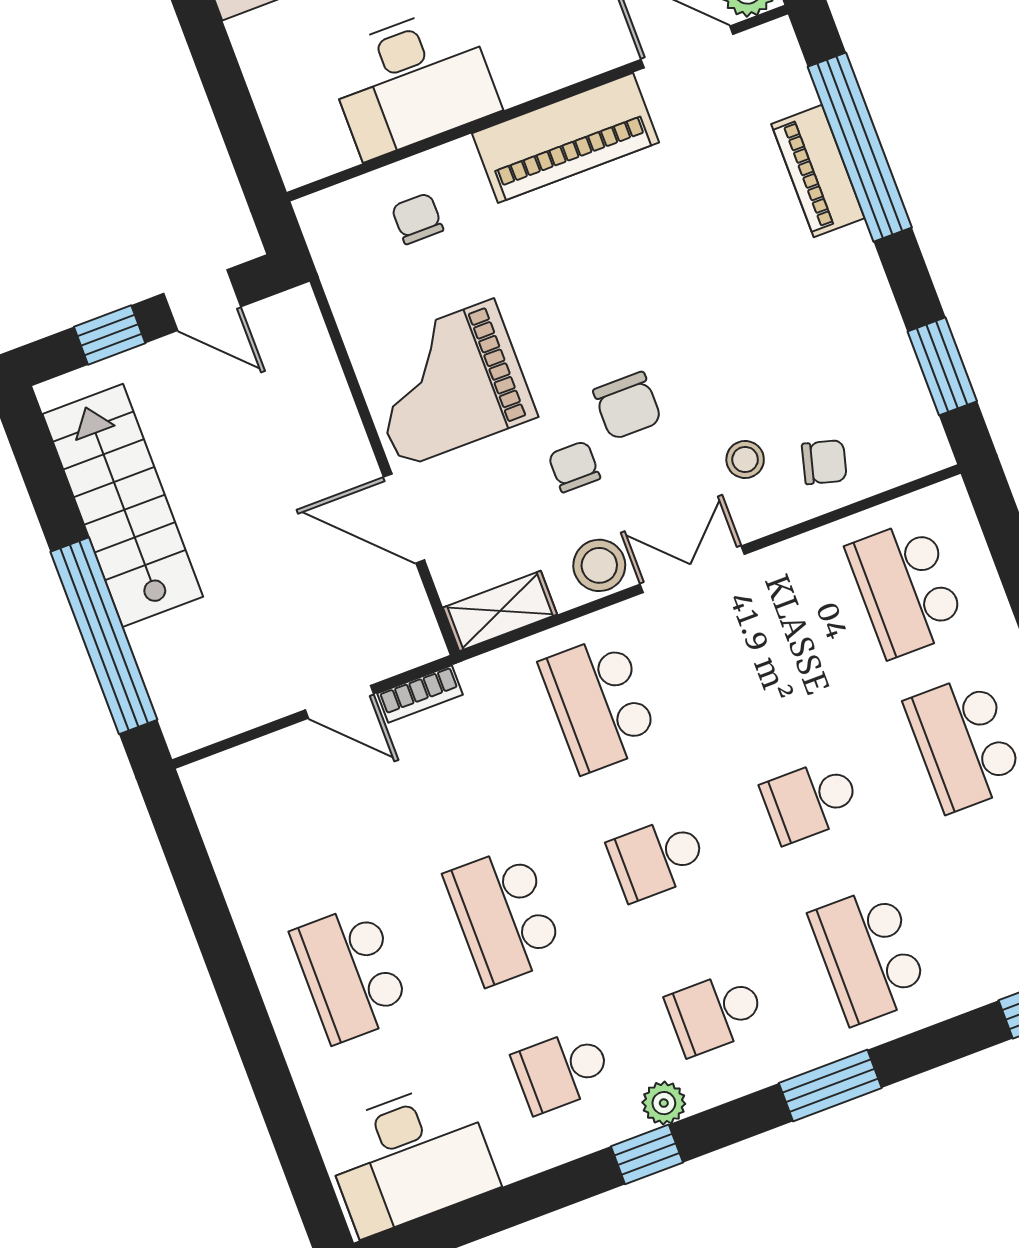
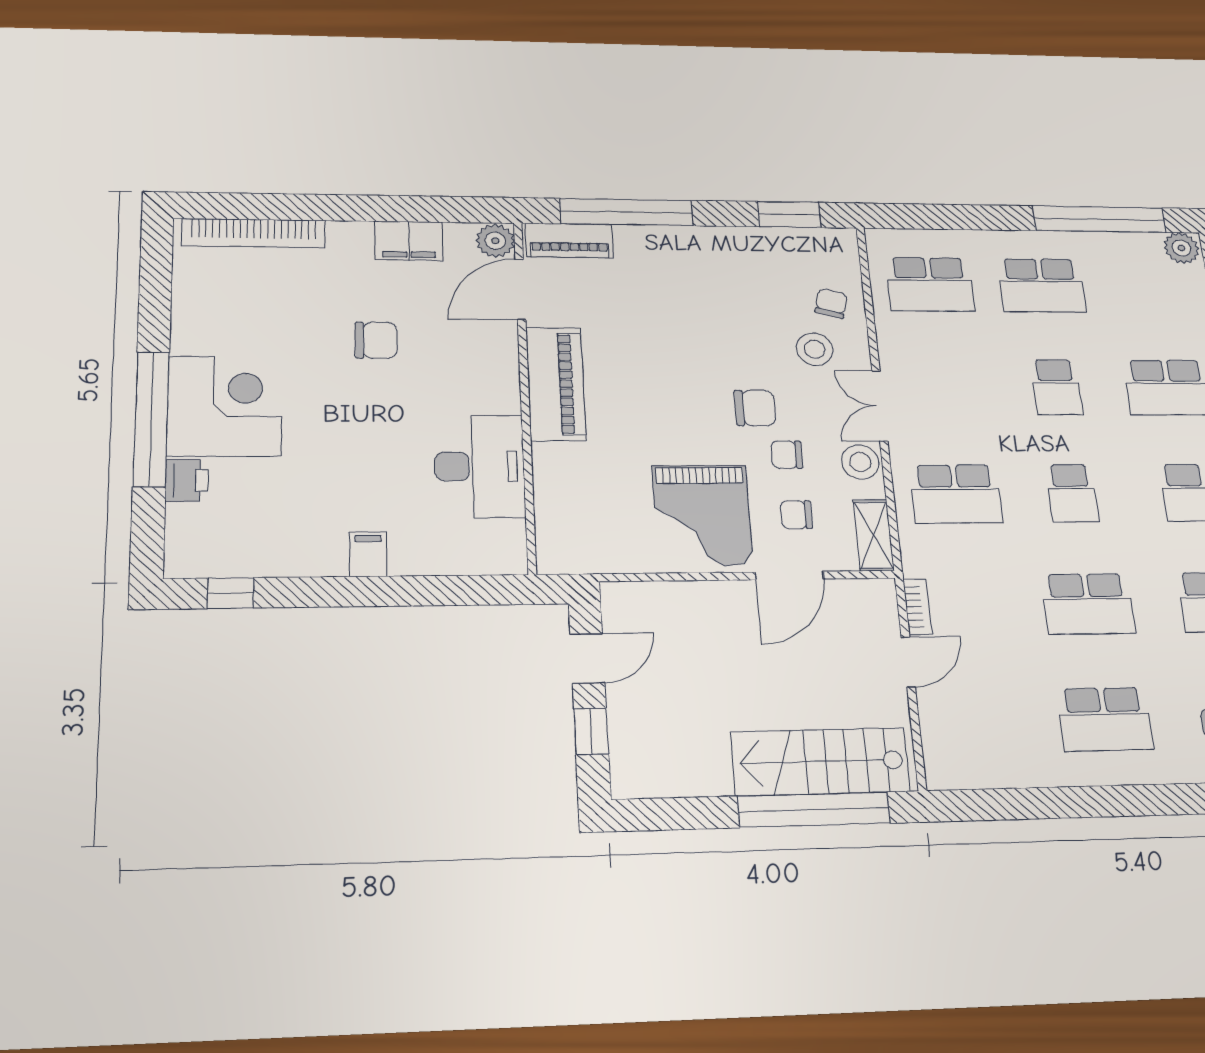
piano: (818, 171) -> (569, 241), moved
chair: (417, 219) -> (796, 515), moved
stool: (745, 460) -> (815, 349), width x1.37, depth x1.37
stairs: (123, 505) -> (820, 762), moved

